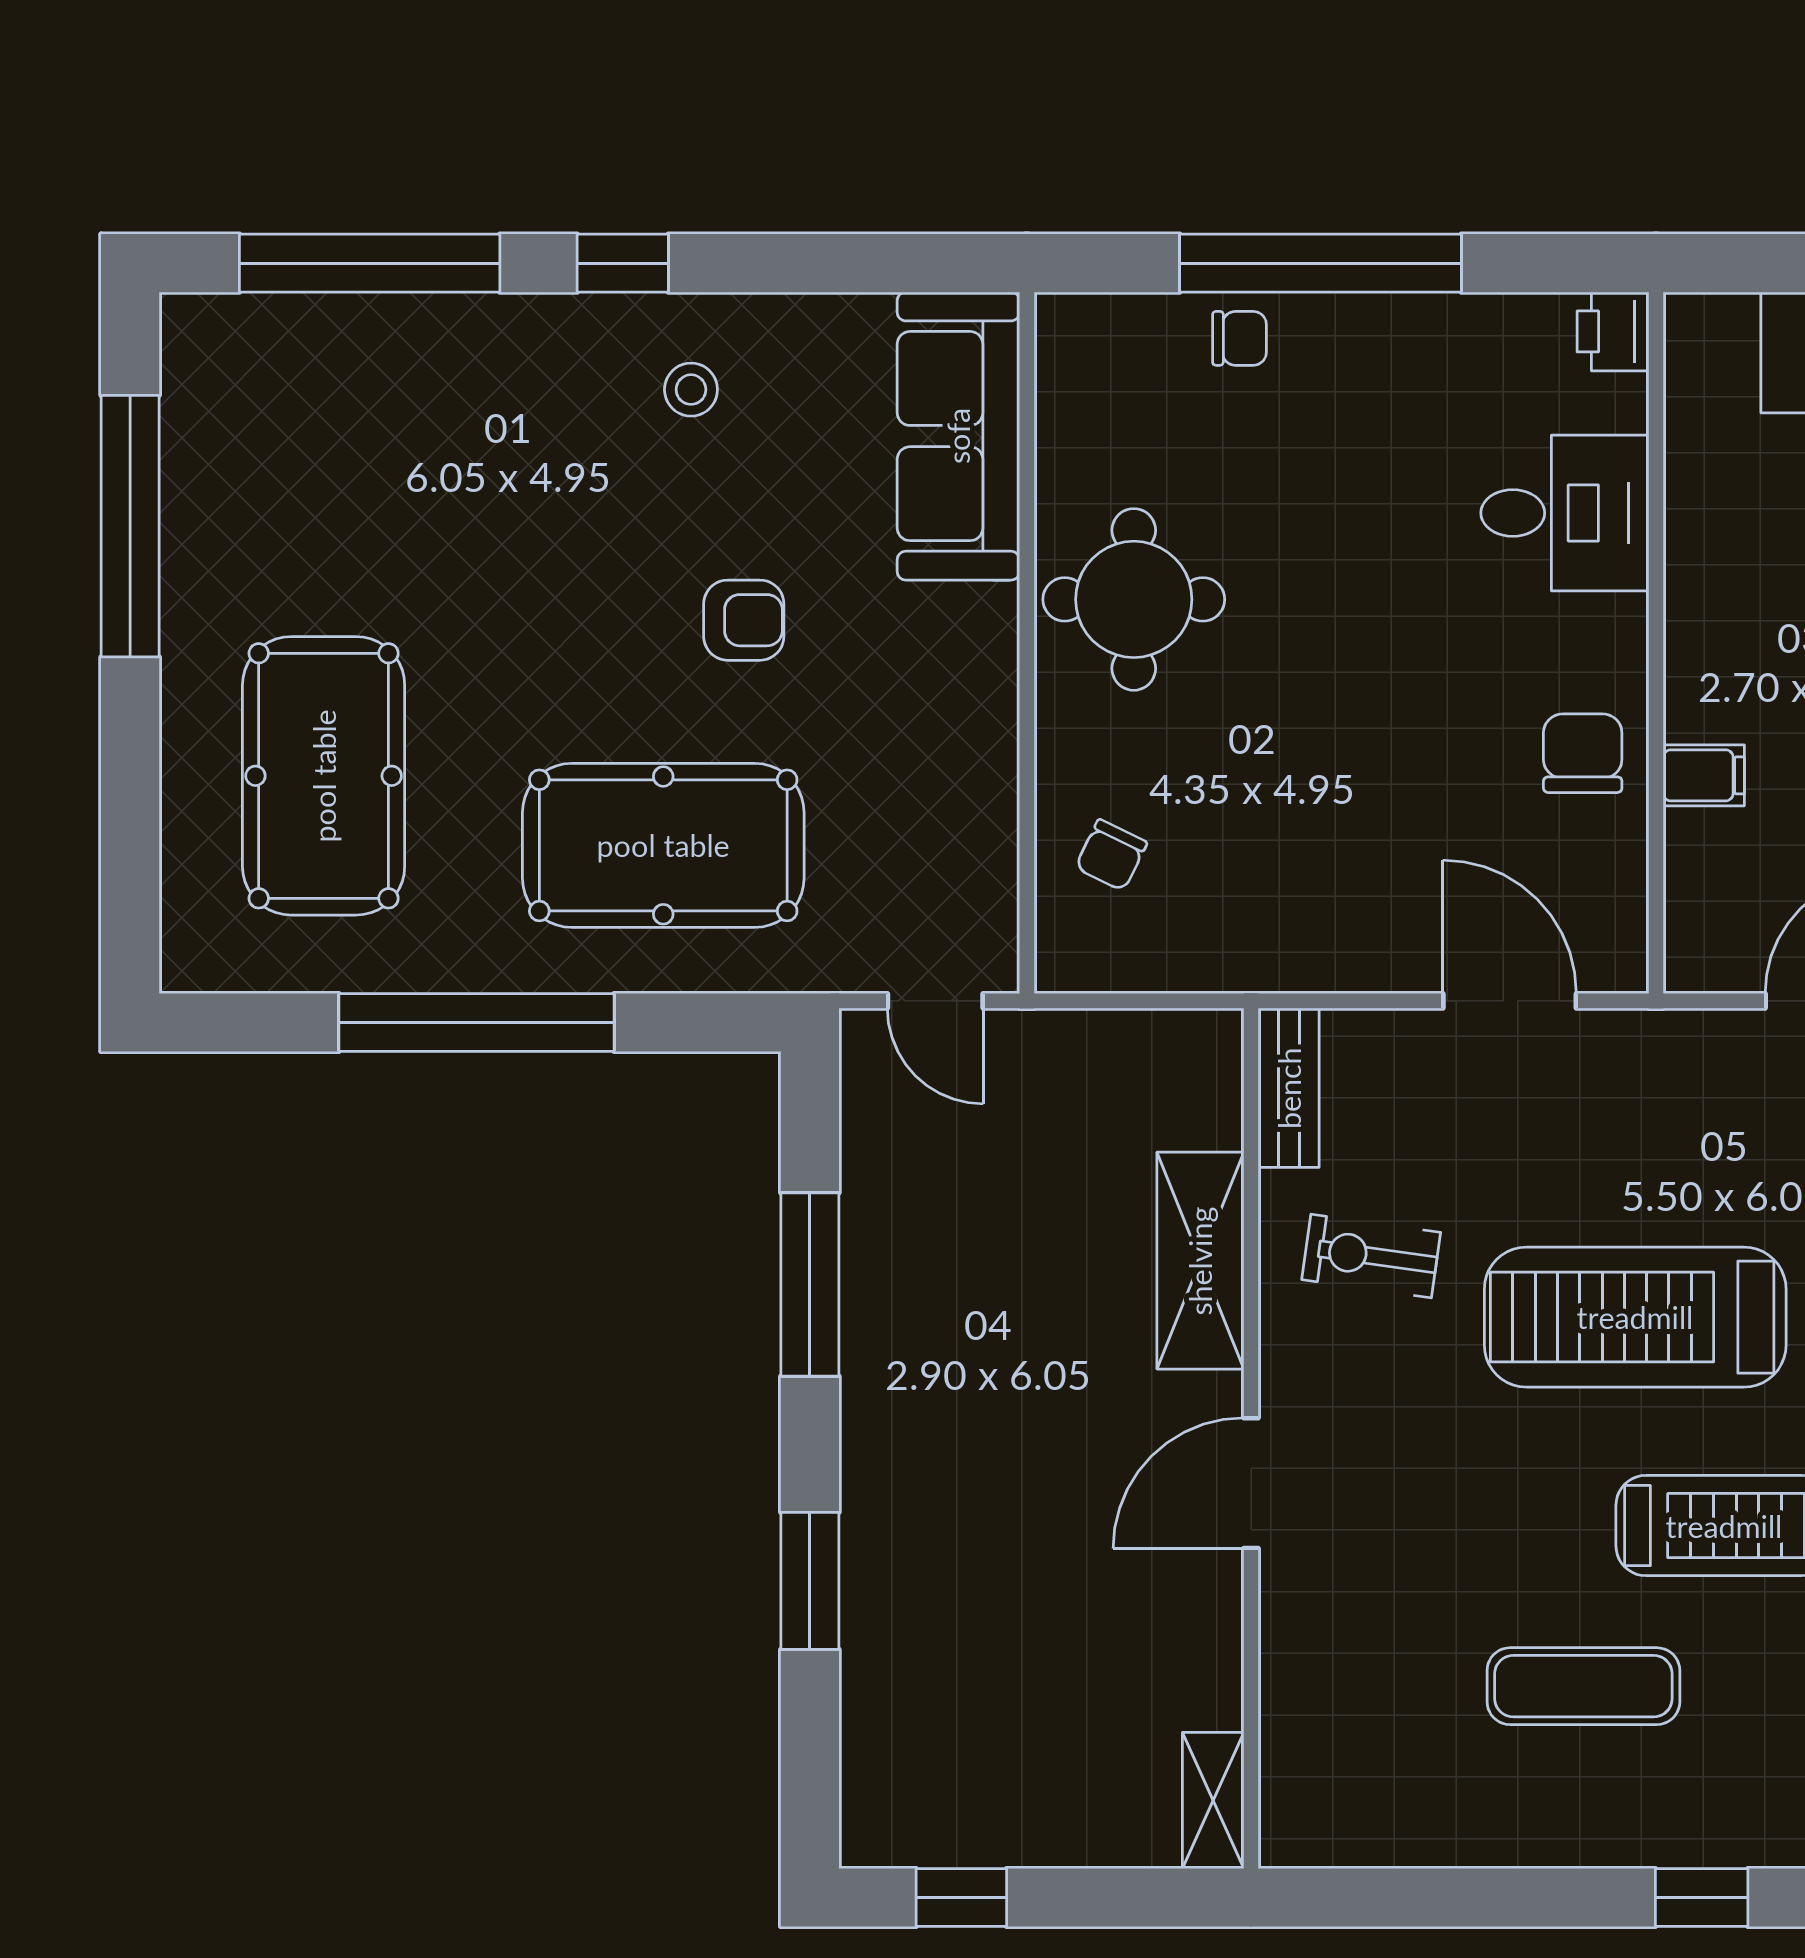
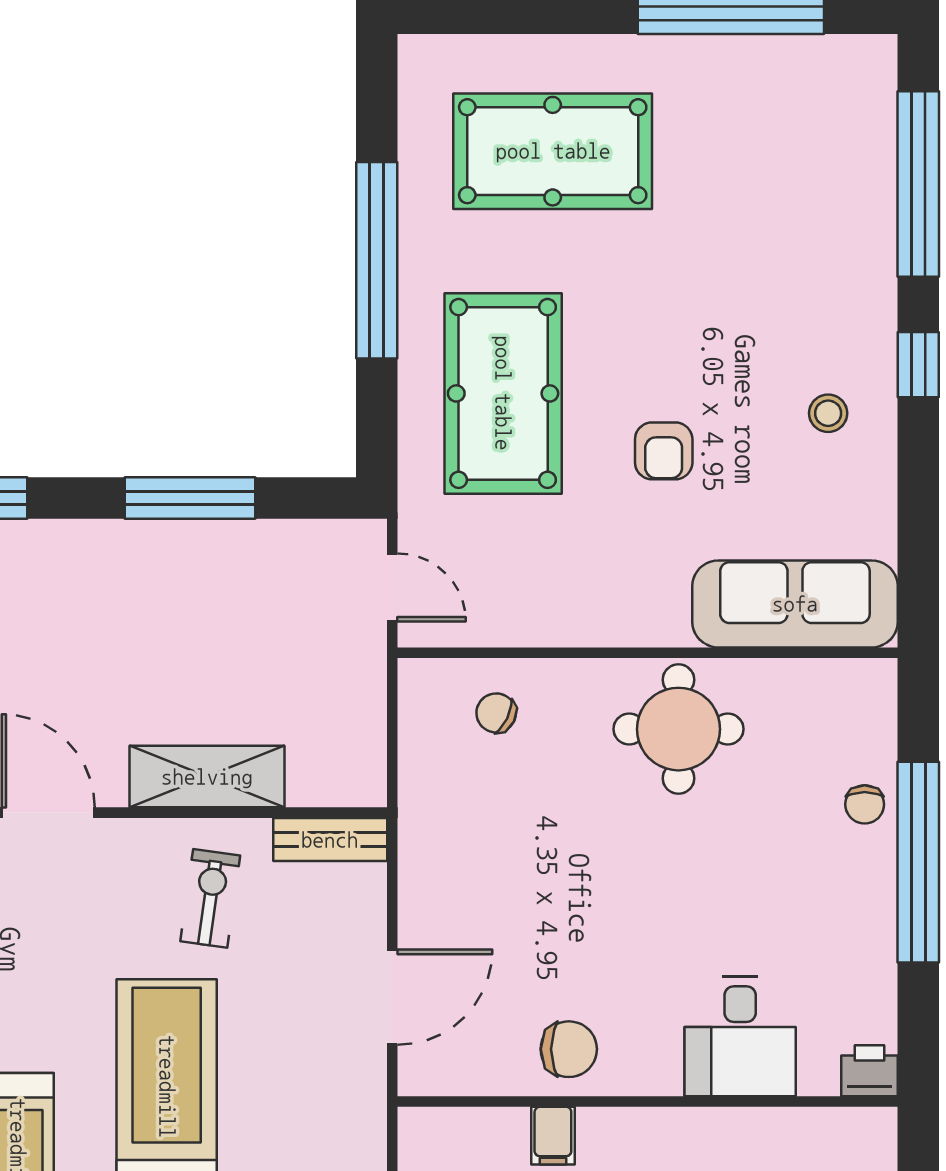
door: (935, 1001) -> (392, 587), swing flipped

